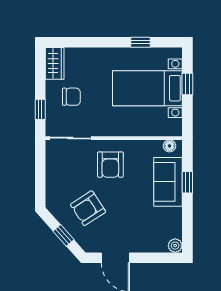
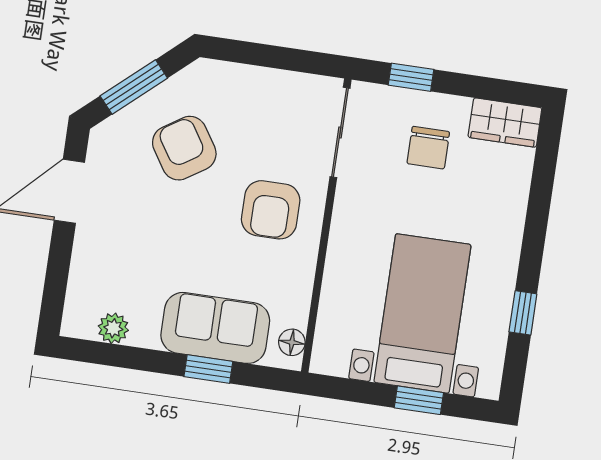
armchair: (110, 165) -> (271, 210), turned -90
window: (63, 235) -> (134, 87), width x1.50
plant: (175, 246) -> (113, 328), moved

